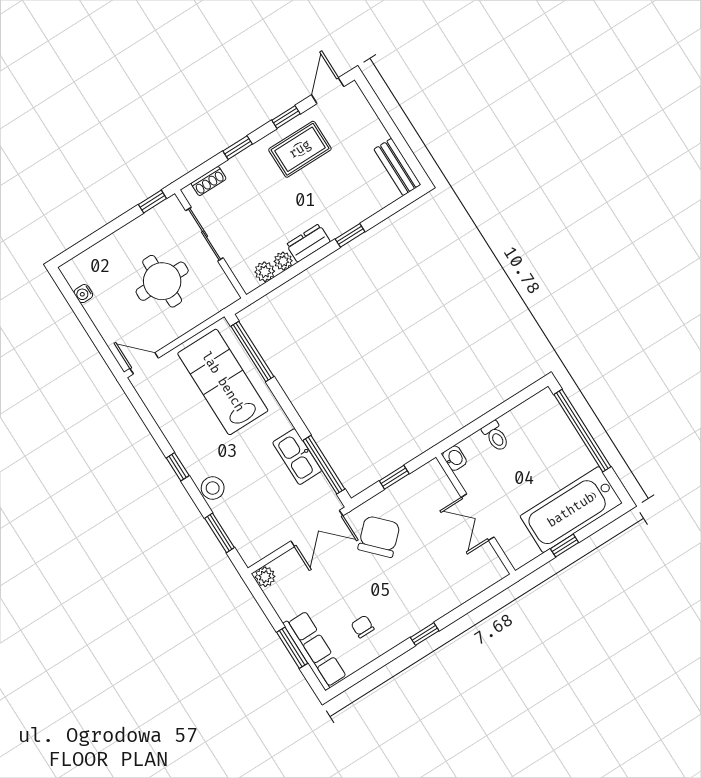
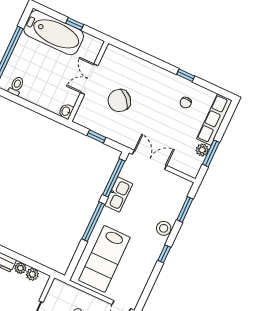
window: (252, 351) -> (93, 222), moved
toilet: (496, 436) -> (16, 86), moved
double door: (478, 517) -> (89, 79), swing flipped
chair: (379, 537) -> (119, 101), moved
plant: (265, 577) -> (202, 150), moved
window: (425, 634) -> (186, 75), moved
window: (292, 648) -> (211, 153), moved

